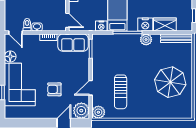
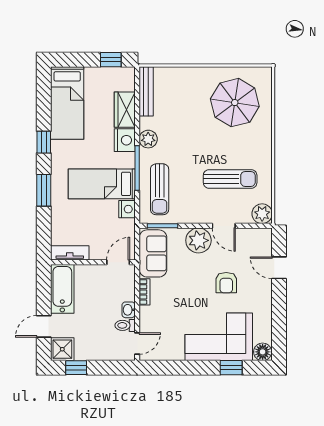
sun lounger: (114, 47) -> (160, 189), added
floor lamp: (10, 56) -> (263, 352), moved
parasol: (170, 82) -> (235, 103), moved
plant: (81, 111) -> (198, 240), moved

